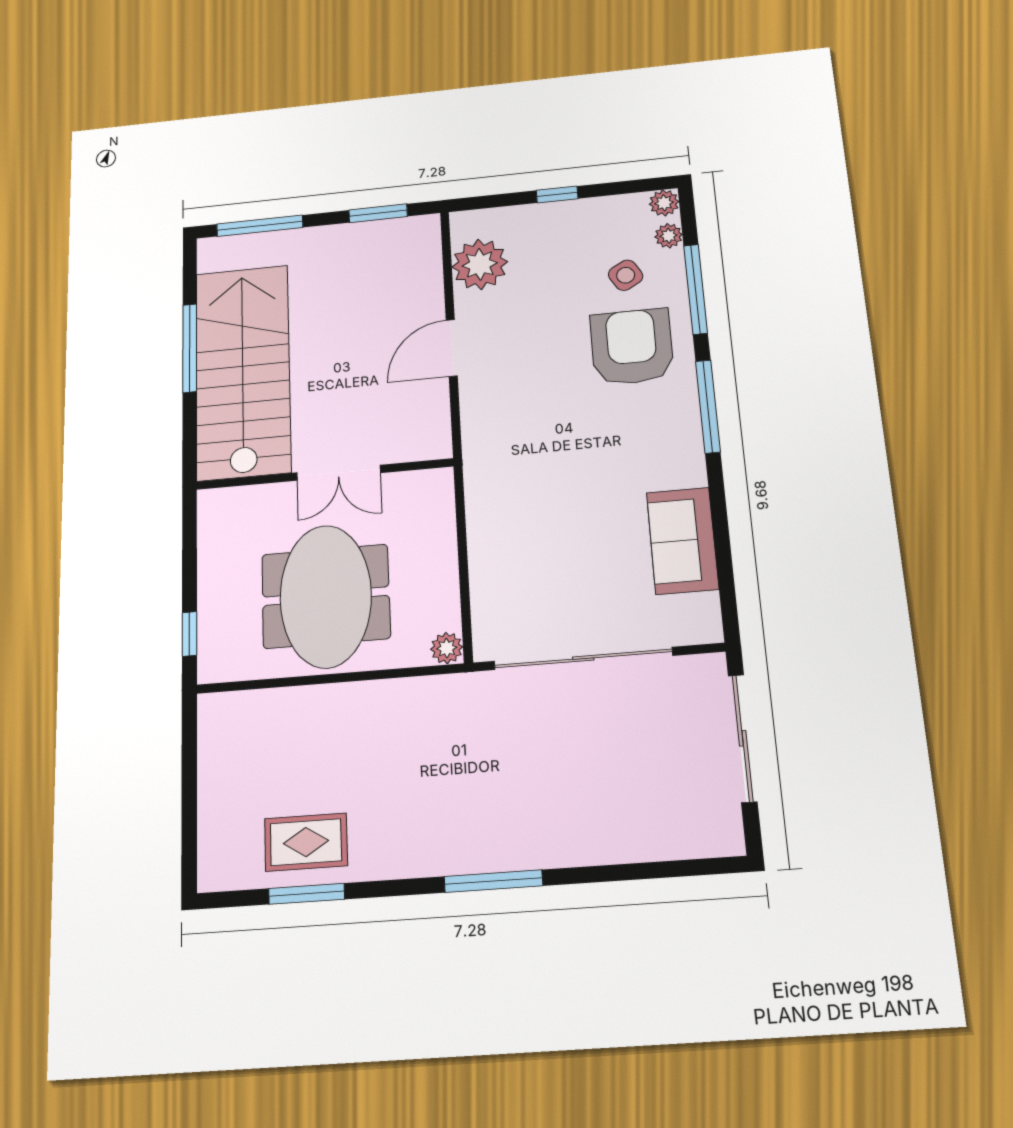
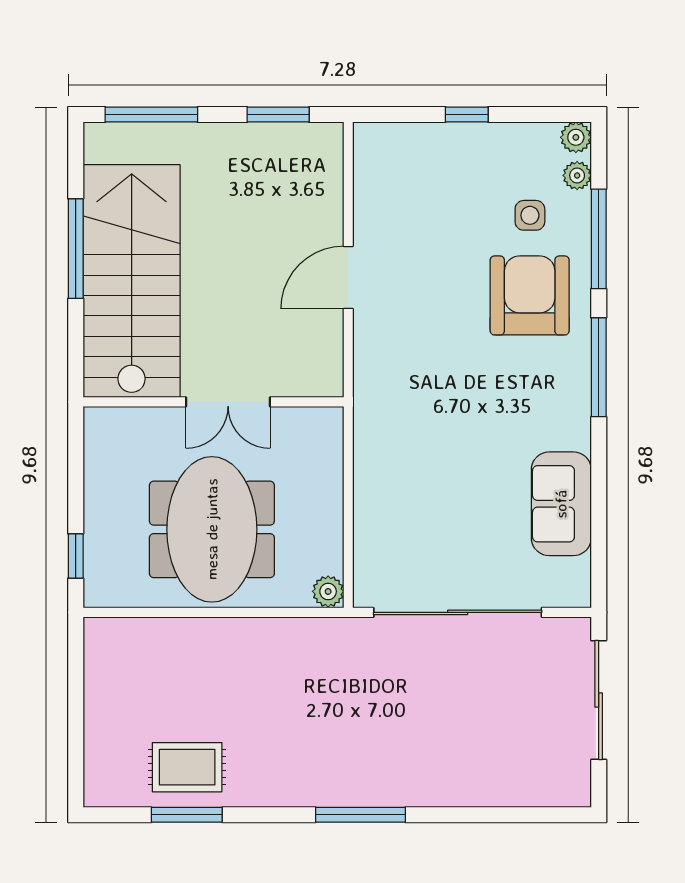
plant: (480, 264) -> (382, 186), removed
side table: (626, 275) -> (530, 215), turned 30

